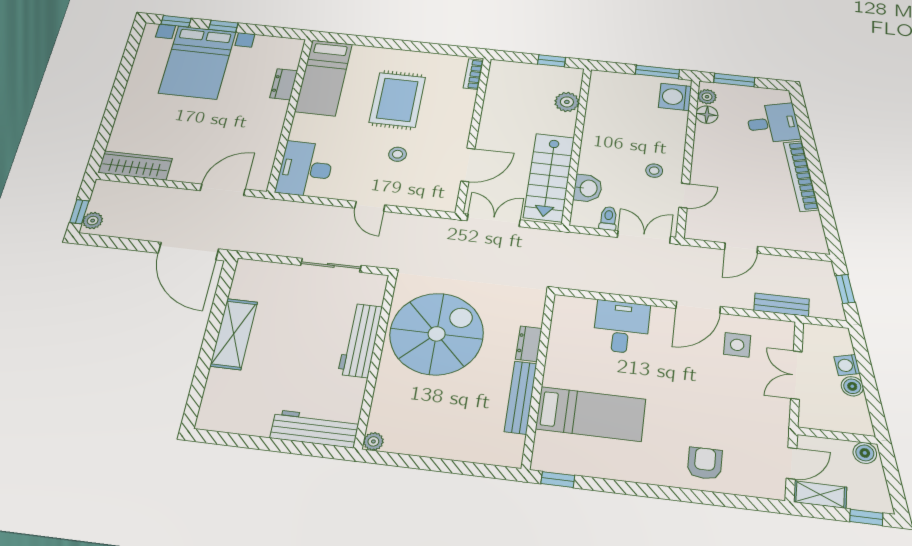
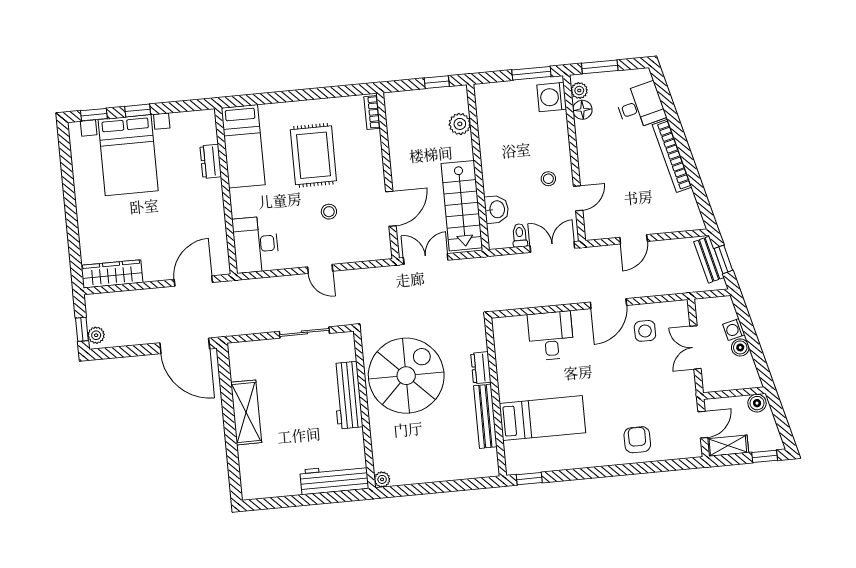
bench: (782, 305) -> (709, 260), moved, turned 76

